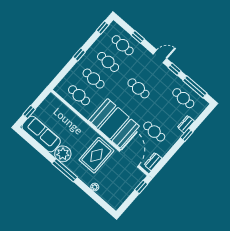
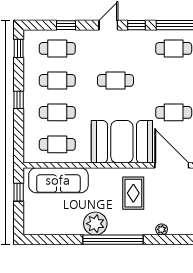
window: (29, 112) -> (19, 192), moved
sofa: (41, 134) -> (58, 180), moved, turned 180
rug: (96, 155) -> (133, 193), width x0.73, depth x0.70
window: (65, 170) -> (113, 240), width x1.46

